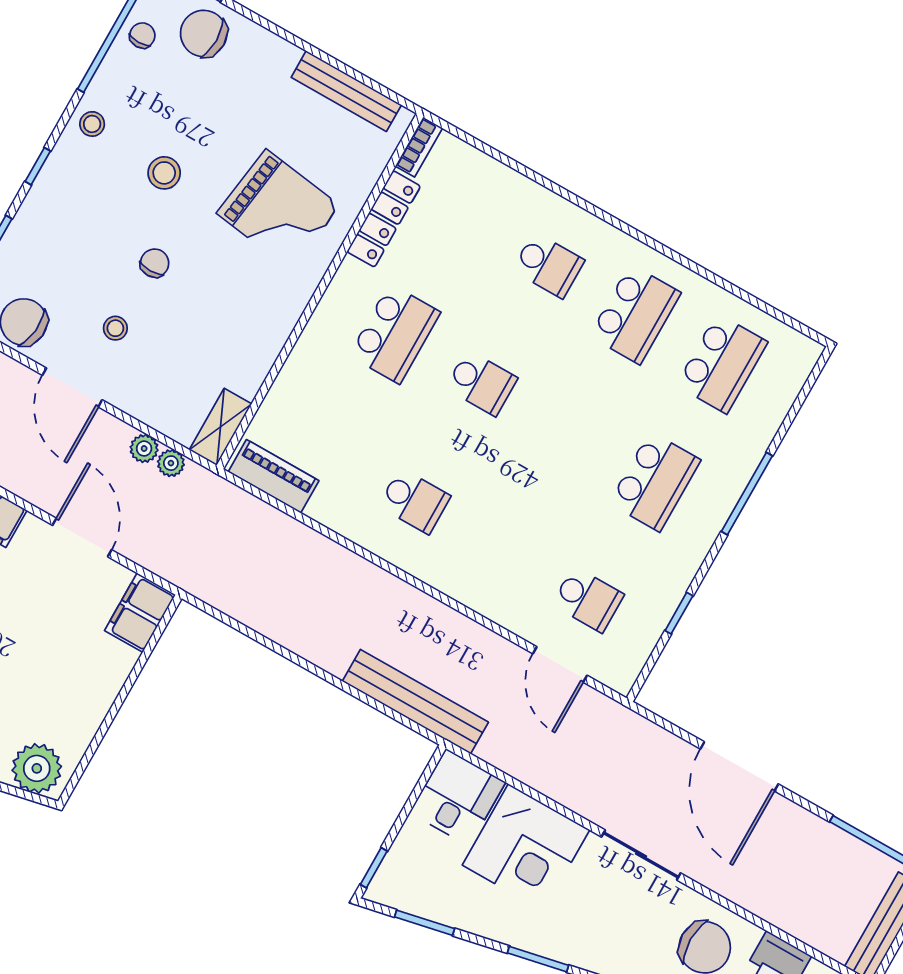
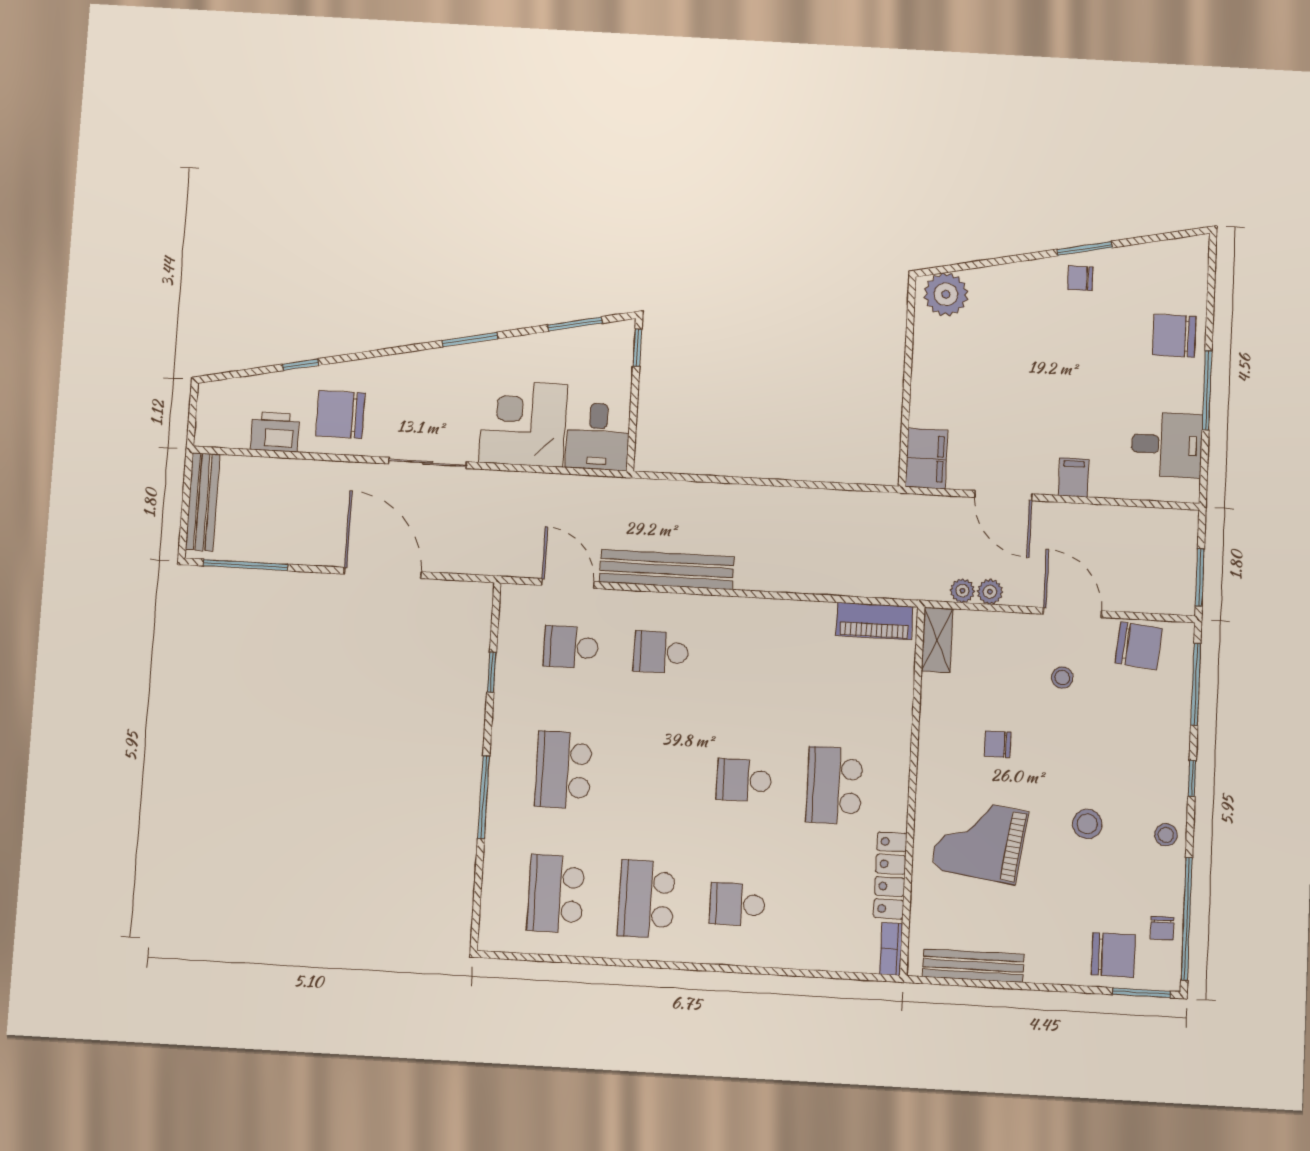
chair: (155, 263) -> (997, 744), moved, turned 90
school desk: (414, 501) -> (661, 652), moved
bench: (415, 702) -> (667, 569), moved

